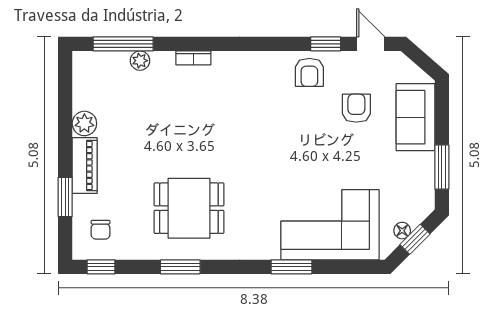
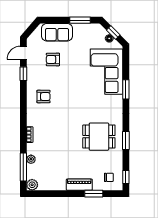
armchair: (309, 72) -> (44, 97), moved
plant: (84, 123) -> (32, 185), moved
dining table: (189, 208) -> (99, 137), turned 90

